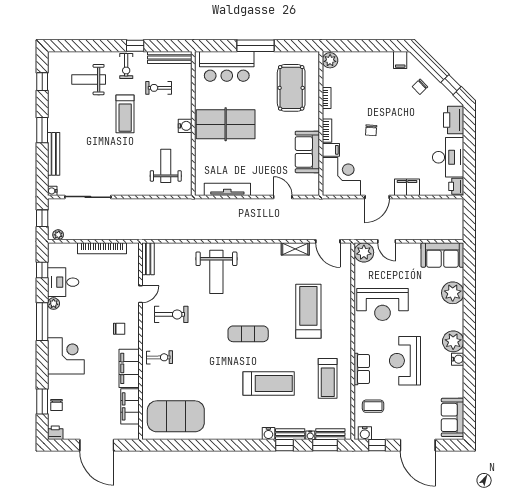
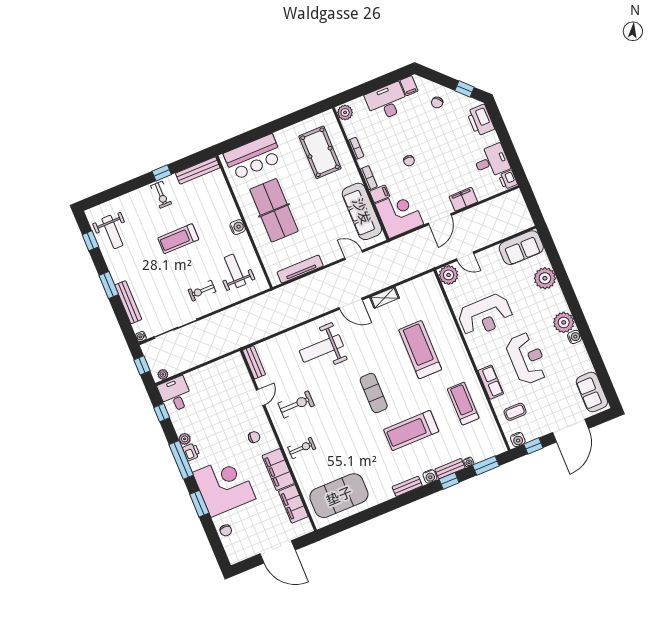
window: (256, 46) -> (272, 127), removed
desk: (373, 66) -> (387, 102), added
weight bench: (89, 80) -> (112, 232), moved, turned -90
exercise bike: (159, 88) -> (202, 291), moved
treadmill: (125, 114) -> (178, 239), turned 90
table tennis table: (226, 124) -> (274, 210), turned 90
sofa: (307, 152) -> (362, 211), width x1.36
desk: (448, 157) -> (492, 161), width x0.73
door: (328, 241) -> (351, 304), moved
bookcase: (102, 248) -> (208, 370), removed
weight bench: (216, 272) -> (321, 348), turned 90
desk: (63, 282) -> (175, 394), moved, turned 90
exercise mat: (248, 334) -> (374, 393), turned 90
corner desk: (66, 356) -> (224, 486), width x1.36, depth x1.36
reception desk: (405, 361) -> (527, 358), turned 180
treadmill: (328, 378) -> (463, 404), turned 180
treadmill: (269, 383) -> (411, 431), turned 180
window: (42, 401) -> (199, 504), moved
printer: (55, 433) -> (191, 452), moved, turned 90
bench: (330, 434) -> (407, 486), moved
door: (418, 445) -> (571, 431), hinge flipped

